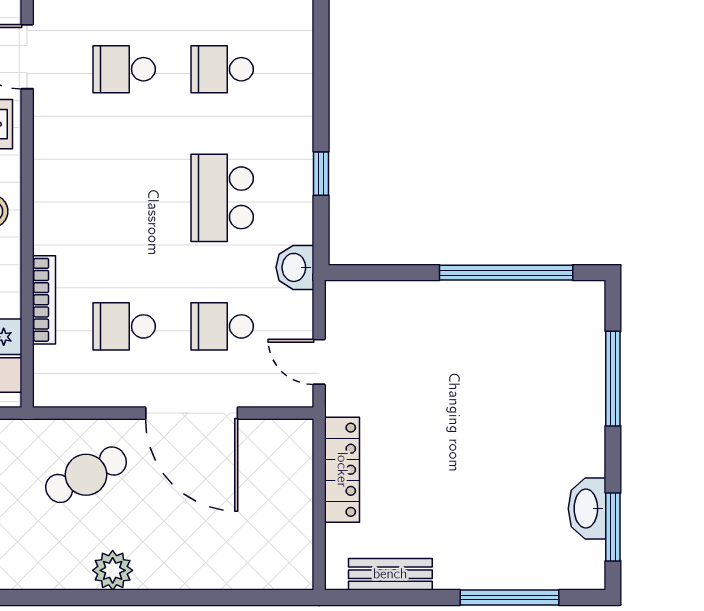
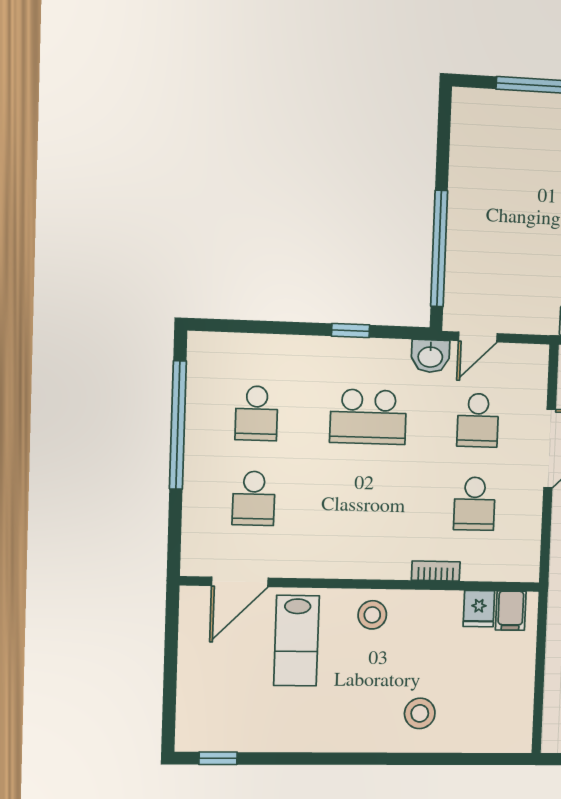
window: (506, 273) -> (439, 248), moved
bookcase: (44, 300) -> (436, 571), width x0.64
door: (319, 362) -> (478, 337), moved

